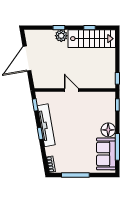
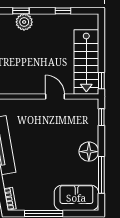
stairs: (92, 39) -> (86, 62), moved, turned 90
door: (71, 90) -> (55, 97), moved
sofa: (106, 154) -> (76, 198), moved, turned 90

